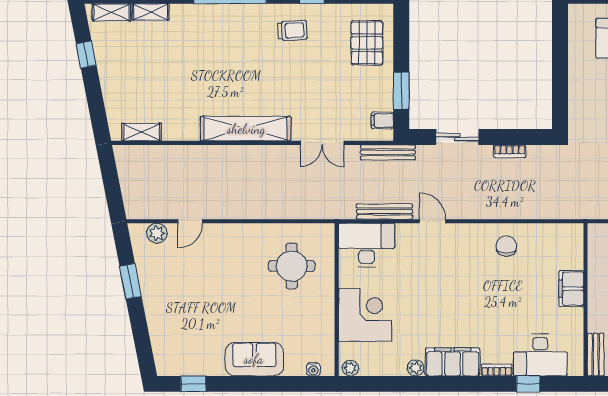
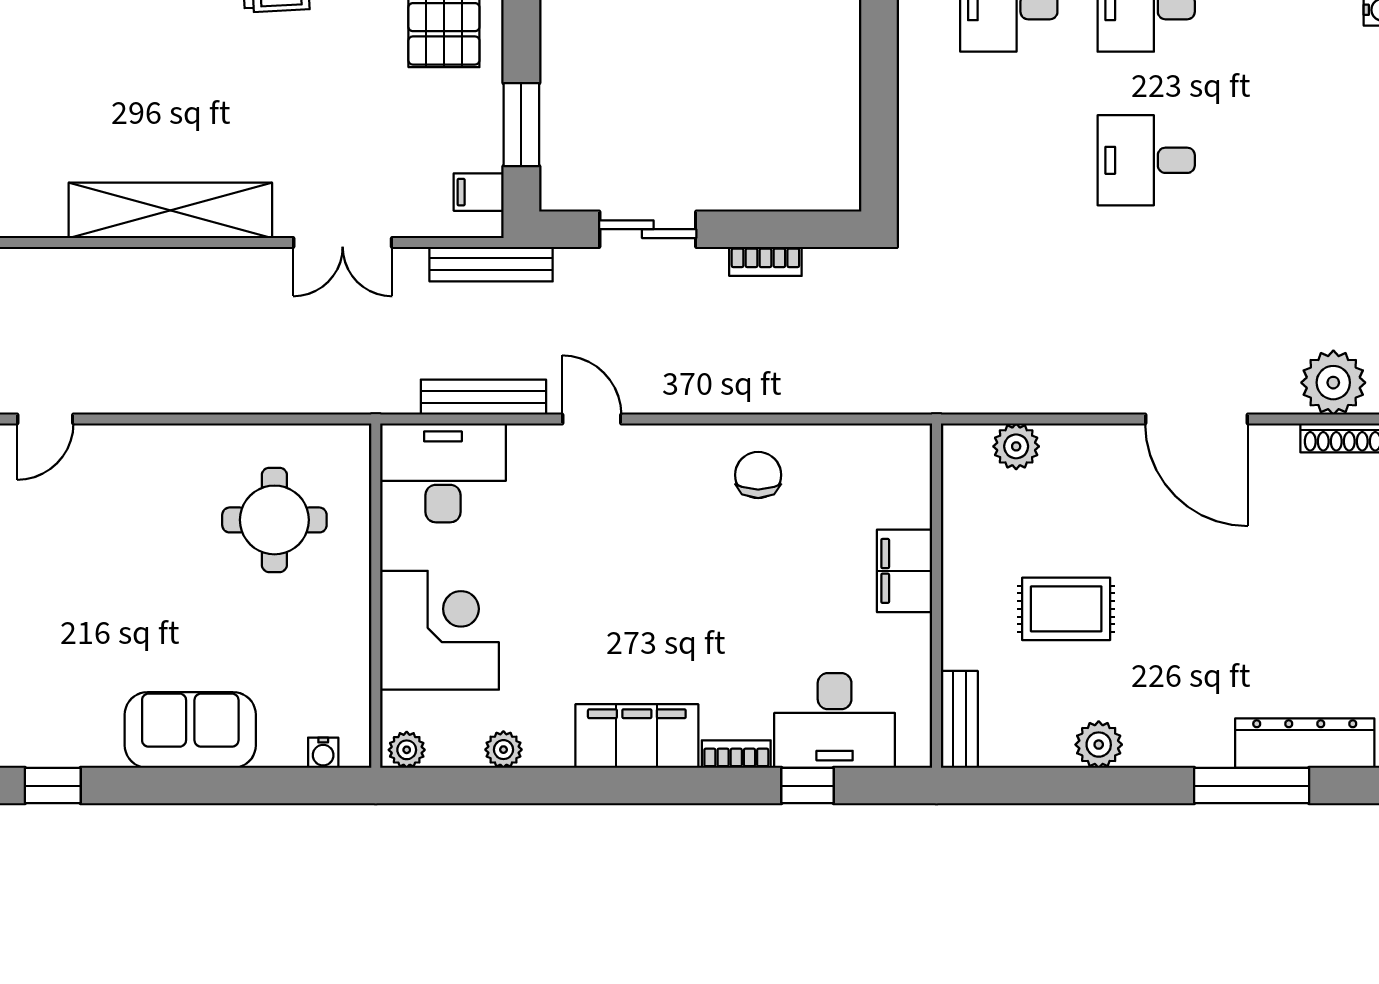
plant: (416, 368) -> (503, 750), moved

